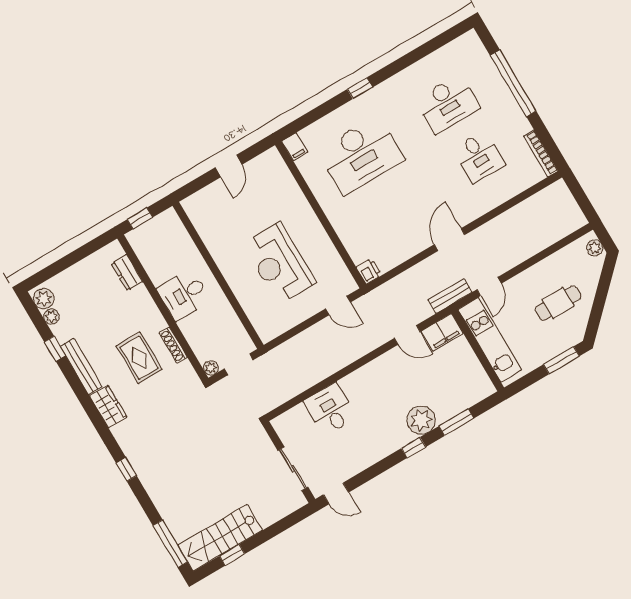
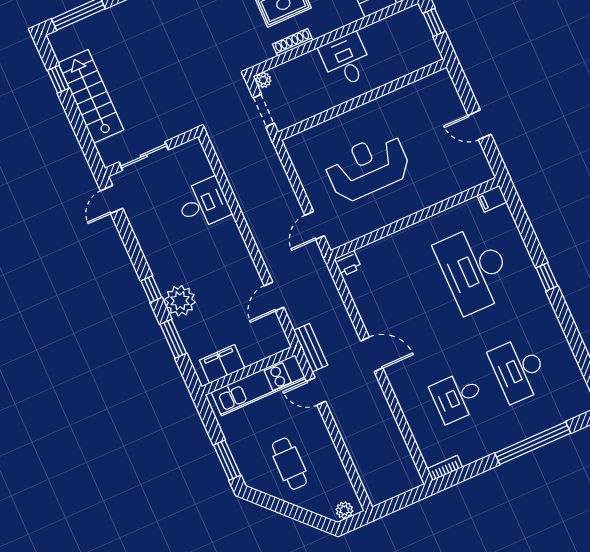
bookcase: (541, 153) -> (445, 468), width x0.64
filing cabinet: (442, 332) -> (222, 364), moved, turned 90
stairs: (220, 538) -> (91, 96), moved

